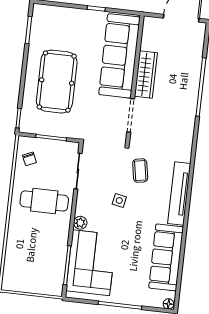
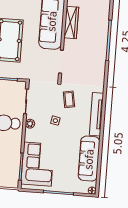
wardrobe: (146, 75) -> (71, 22), moved
plant: (80, 223) -> (30, 124), moved

